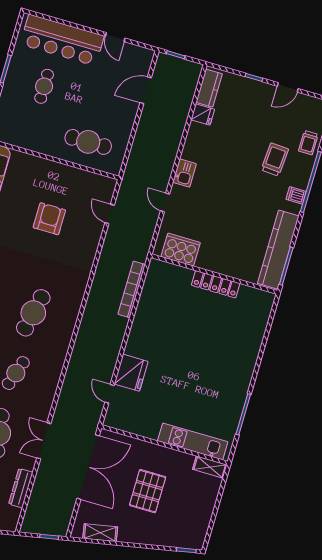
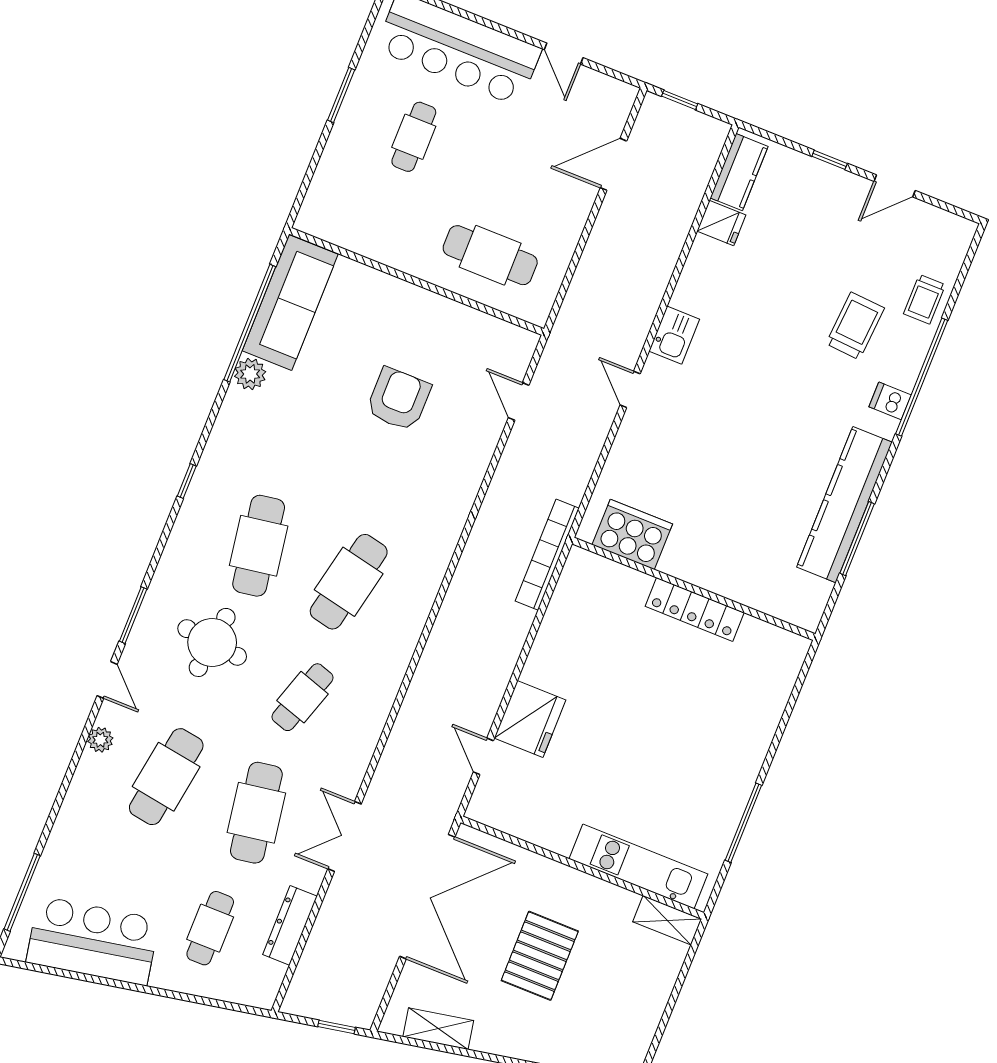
cooker: (181, 250) -> (632, 534), moved
wall: (214, 274) -> (694, 589), moved
locker: (216, 284) -> (695, 609), moved

